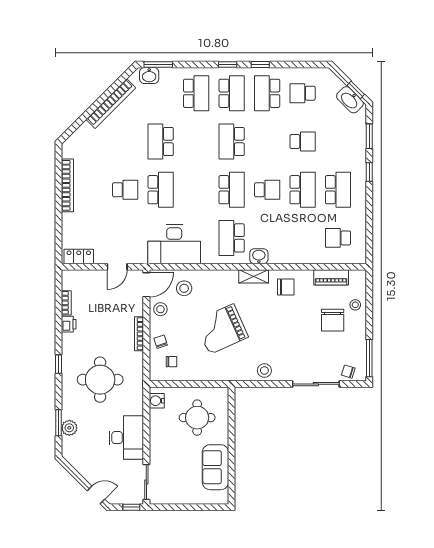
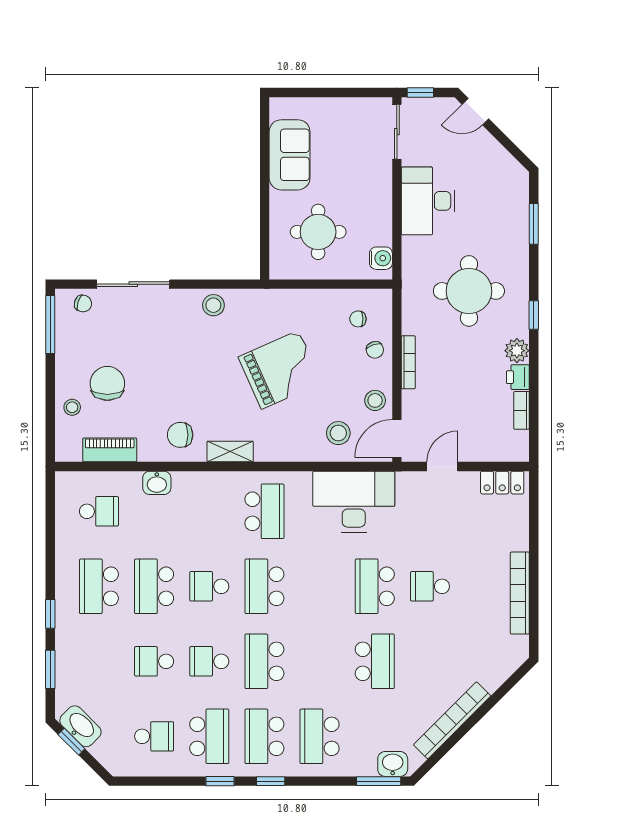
school desk: (232, 141) -> (264, 661), turned 180
school desk: (267, 141) -> (209, 661), added
washbasin: (259, 256) -> (157, 483), moved
plant: (69, 428) -> (517, 351), moved

